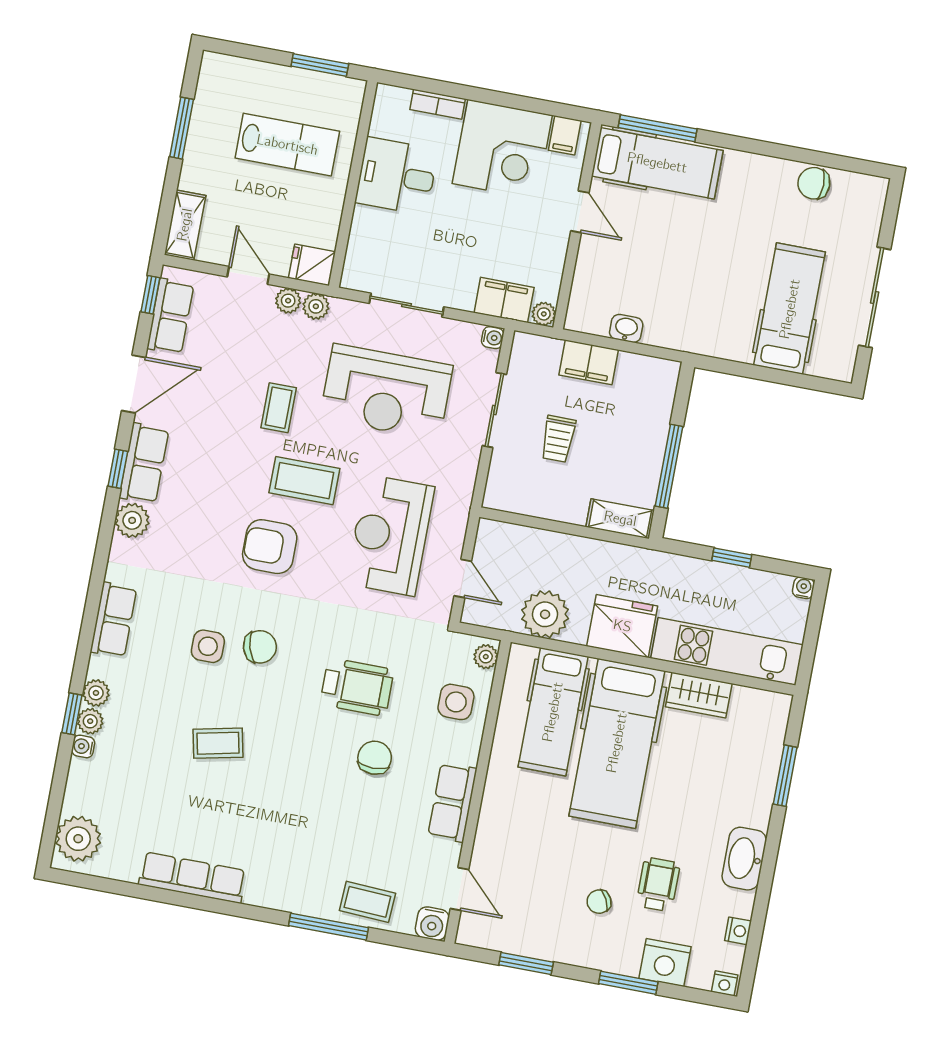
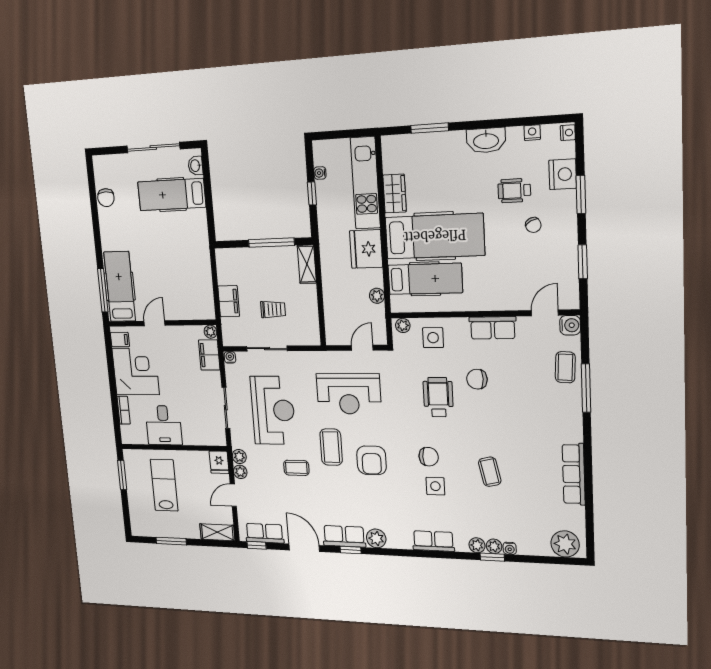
washbasin: (626, 328) -> (195, 166), moved
water cooler: (803, 588) -> (320, 173), moved
plant: (545, 614) -> (377, 296), width x0.53, depth x0.53
chair: (260, 647) -> (429, 457), turned 106

